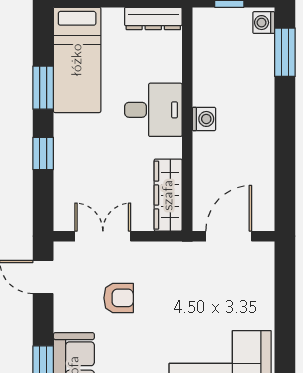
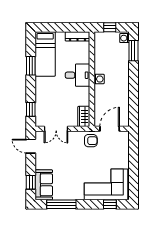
window: (43, 153) -> (31, 109), moved
wardrobe: (168, 195) -> (84, 116), width x0.67
double door: (103, 236) -> (56, 129), swing flipped
armchair: (119, 298) -> (91, 141), moved

